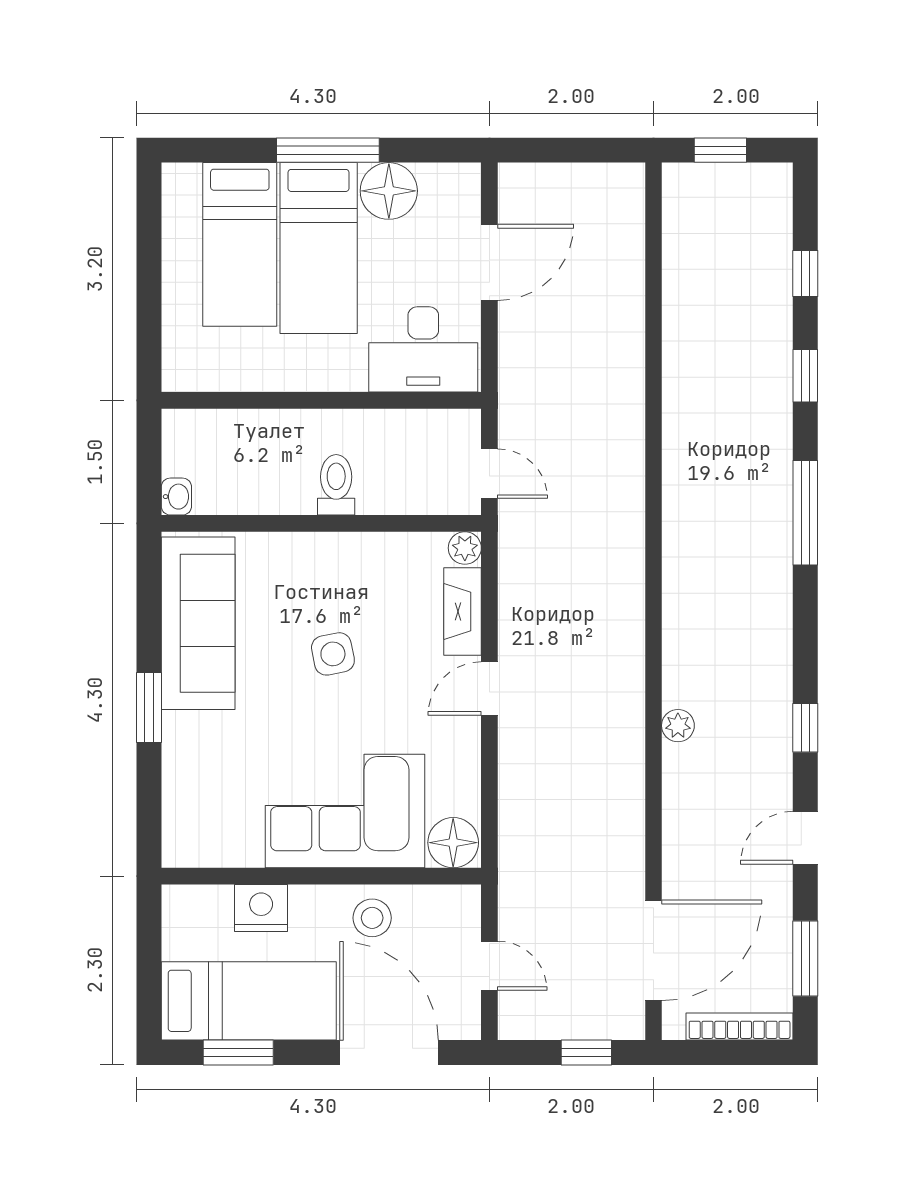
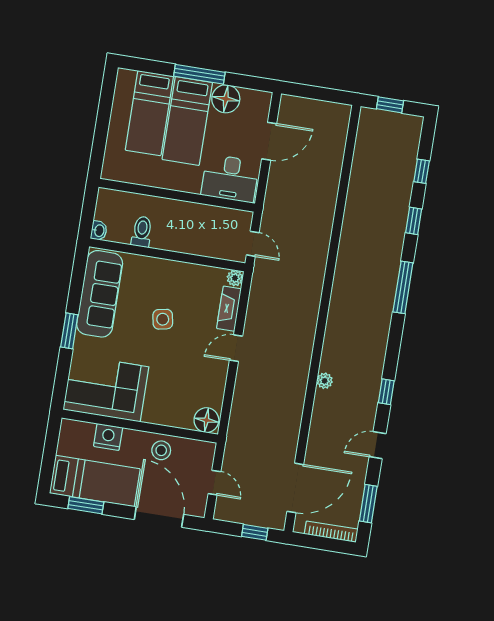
toilet: (336, 485) -> (142, 232), moved
corner sofa: (345, 811) -> (106, 388), moved

